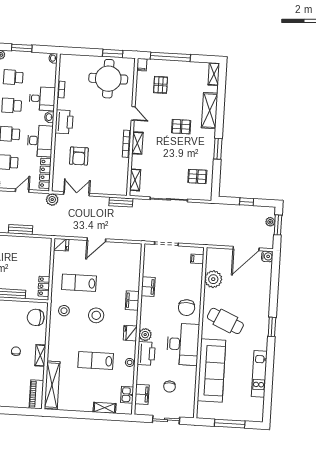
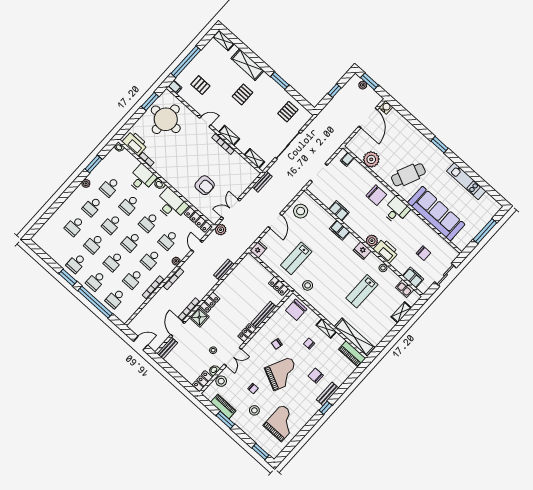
printer: (64, 122) -> (135, 143), moved
stool: (96, 315) -> (301, 211), moved
desk: (183, 344) -> (396, 211), width x0.53, depth x0.77

